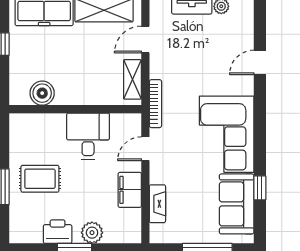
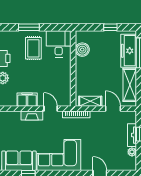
desk: (88, 136) -> (59, 44), moved, turned -90
fireplace: (157, 204) -> (32, 115), moved

